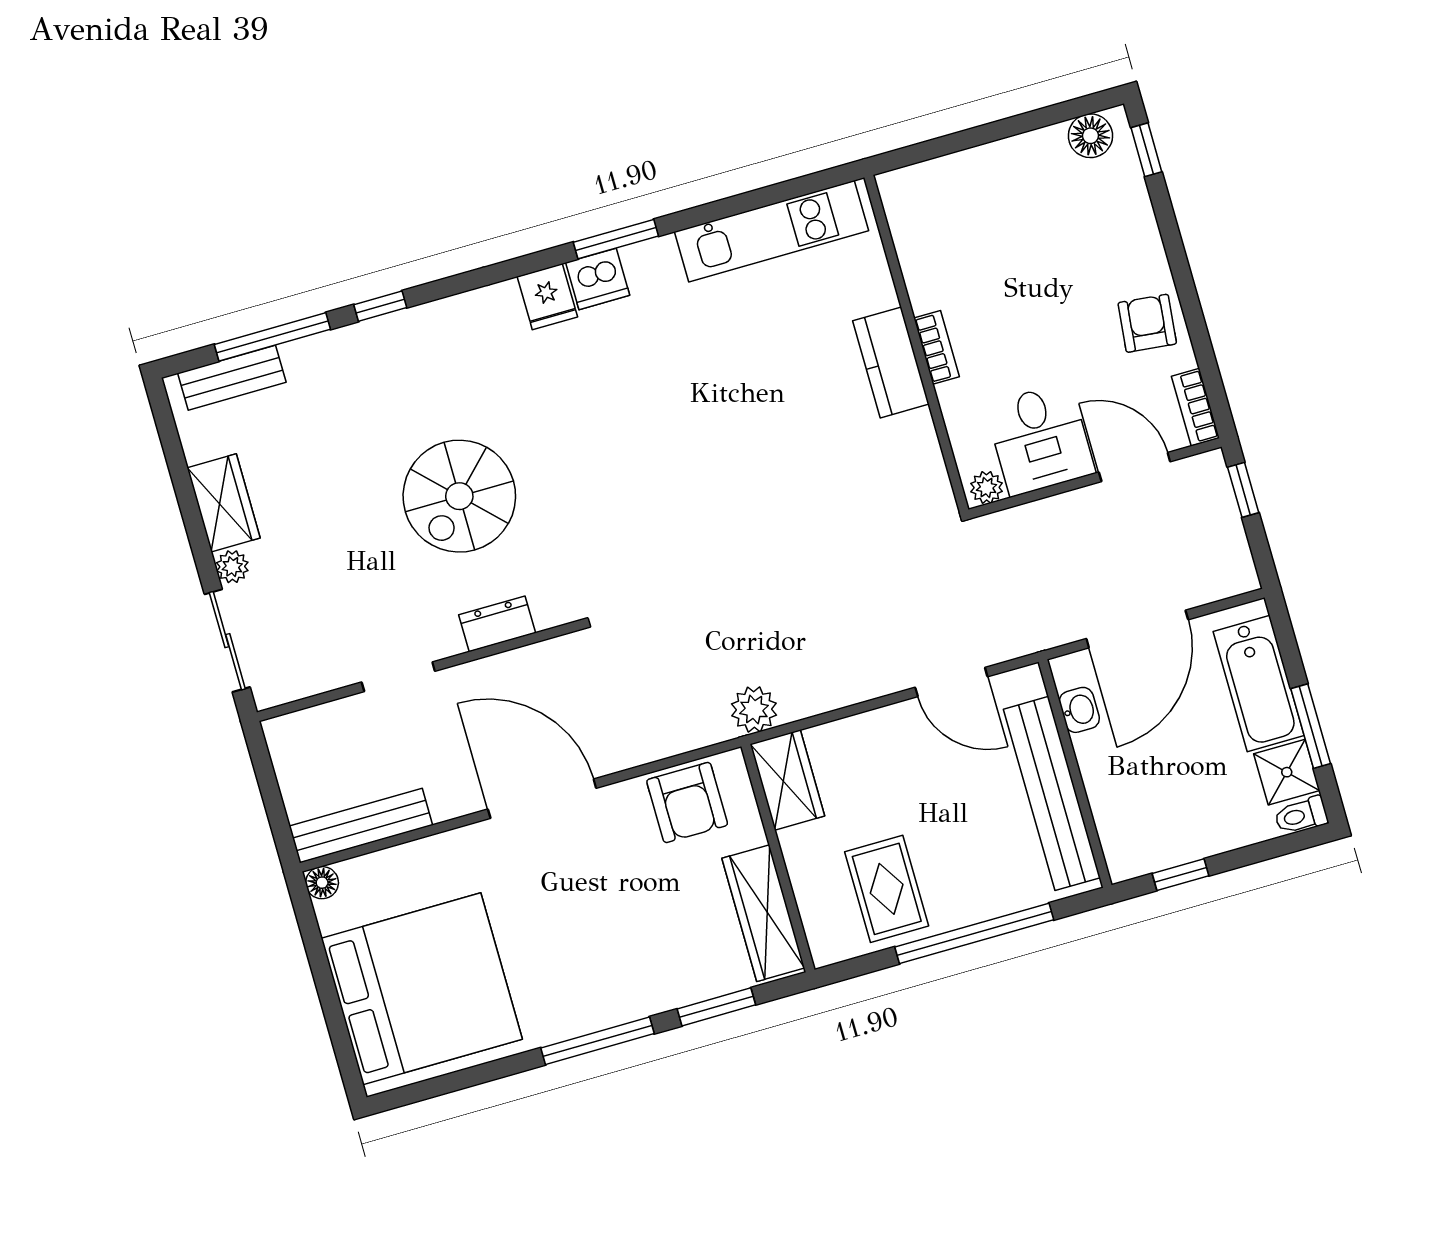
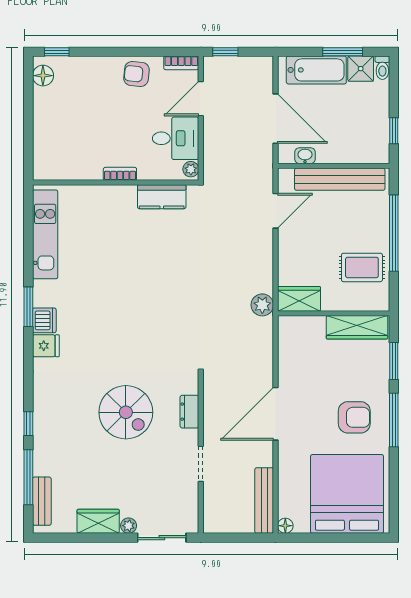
kitchen counter: (891, 362) -> (162, 197), moved
armchair: (687, 803) -> (354, 417), moved

